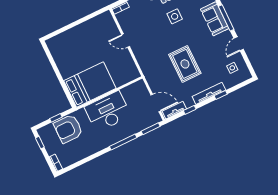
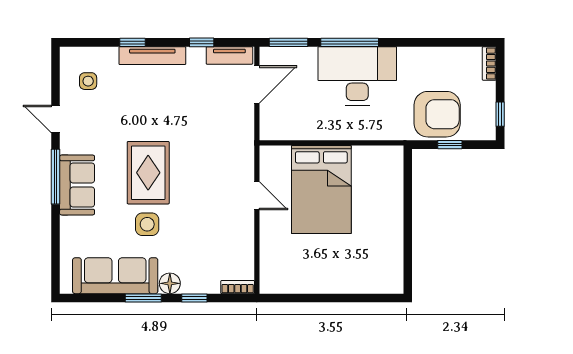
door: (126, 41) -> (257, 196), moved
door: (239, 44) -> (56, 119), swing flipped
rug: (185, 64) -> (148, 173), moved
bed: (90, 85) -> (321, 189), moved, turned -90
door: (156, 103) -> (257, 84), swing flipped
desk: (108, 111) -> (357, 76), moved, turned 180

